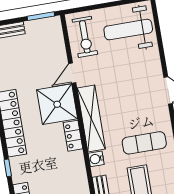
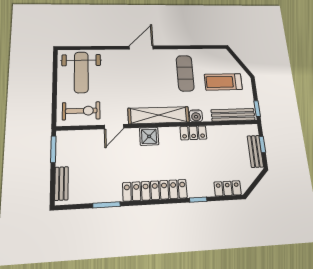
door: (72, 73) -> (114, 127), hinge flipped
shower: (57, 104) -> (149, 136), width x0.54, depth x0.54
locker: (73, 136) -> (193, 133), moved

